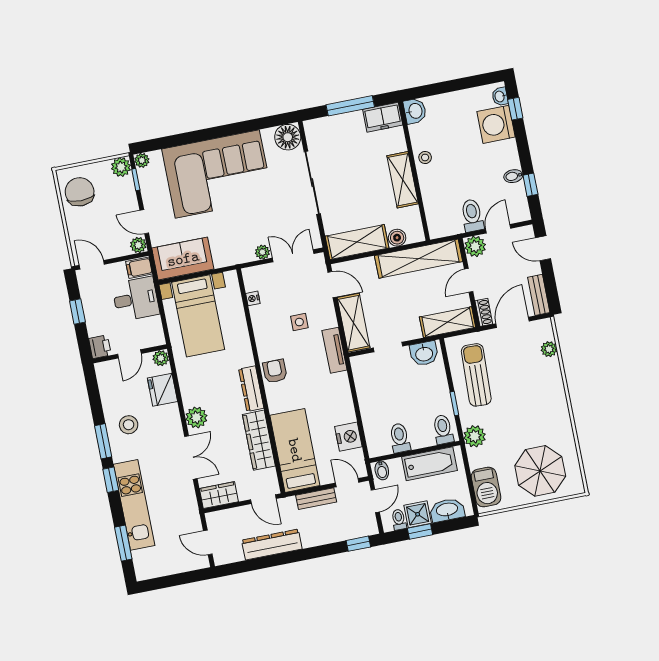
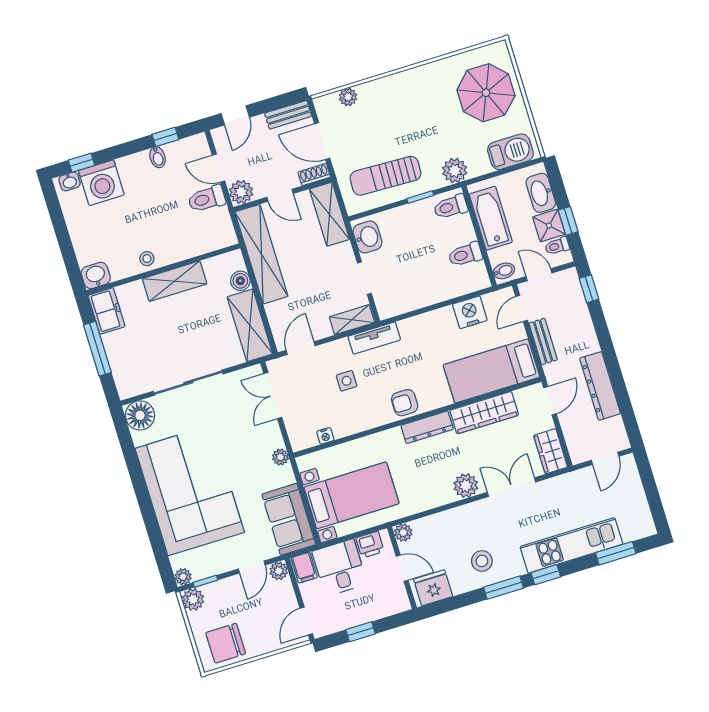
plant: (262, 252) -> (280, 457), moved
shelving: (354, 323) -> (352, 320), width x0.67, depth x0.75
printer: (100, 347) -> (370, 545), moved, turned 180
fridge: (162, 390) -> (433, 588), moved, turned 180

